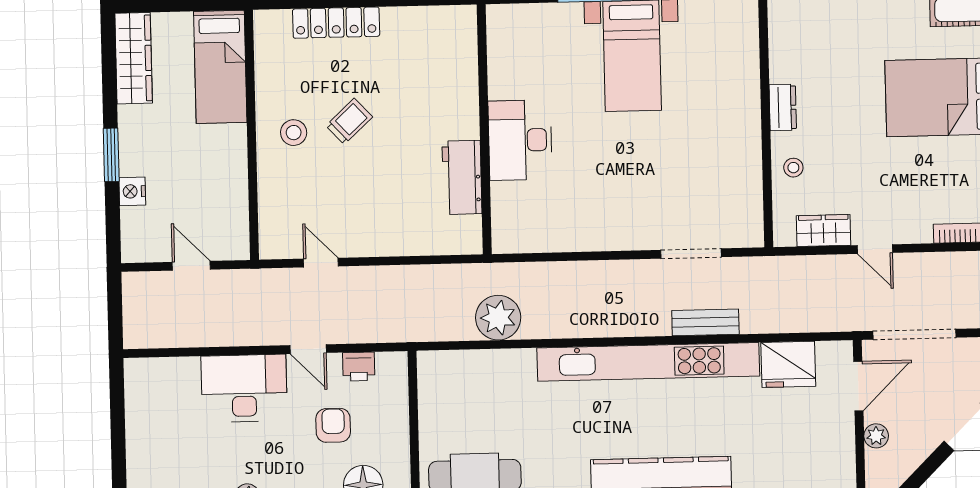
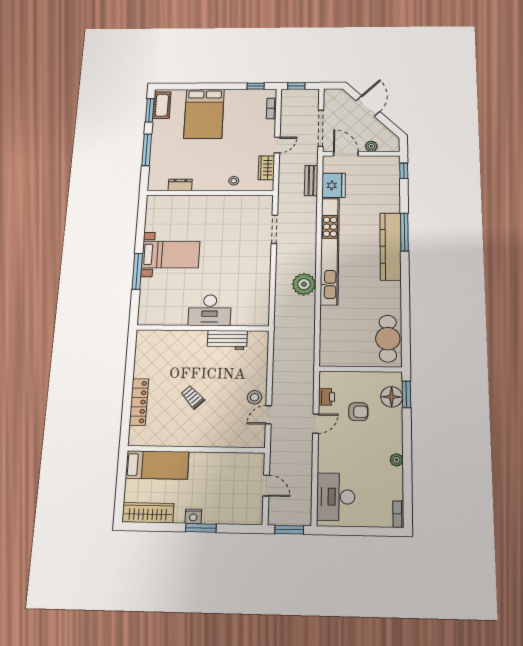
dresser: (783, 107) -> (180, 185), moved
stool: (294, 133) -> (254, 397), moved
nightstand: (132, 191) -> (193, 516), moved
door: (191, 266) -> (266, 486), swing flipped
window: (115, 311) -> (289, 530), added
plant: (498, 318) -> (304, 284), moved
bench: (705, 322) -> (311, 180), moved
desk: (244, 388) -> (336, 497), moved
armchair: (333, 425) -> (358, 412), turned 180

